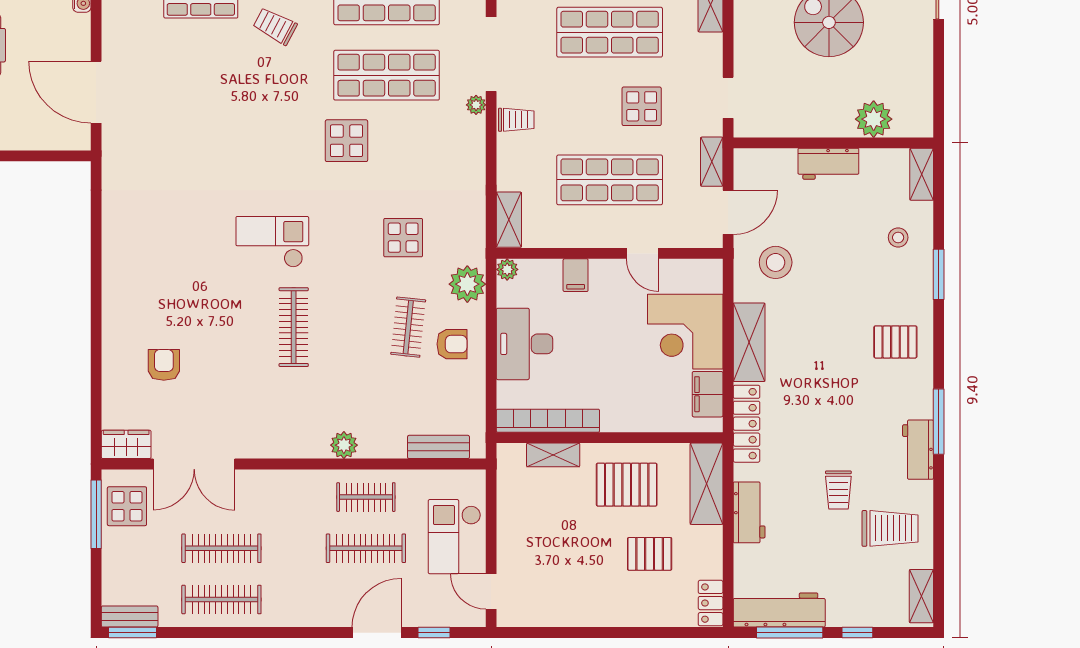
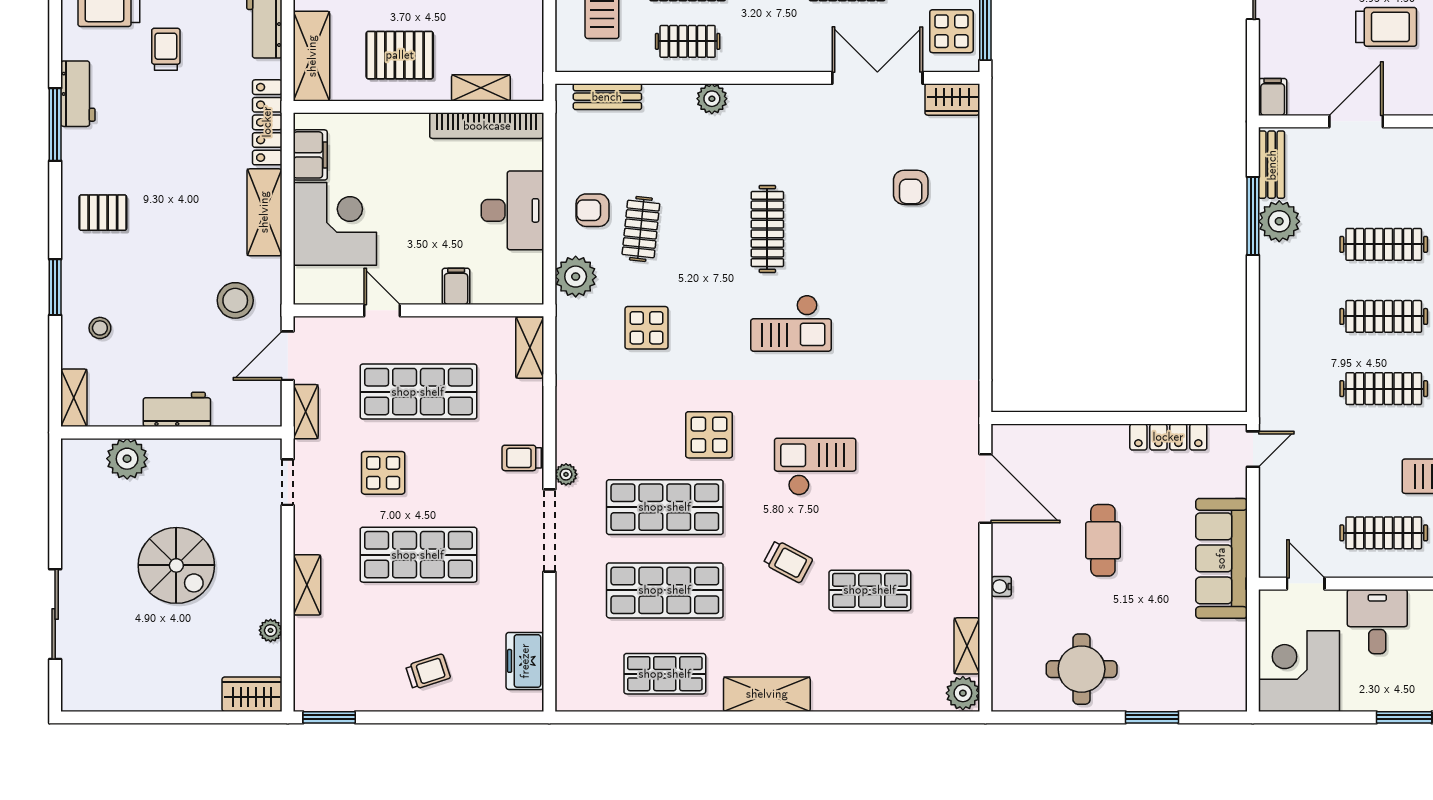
checkout: (250, 112) -> (815, 467), added
plant: (507, 269) -> (532, 293), removed

